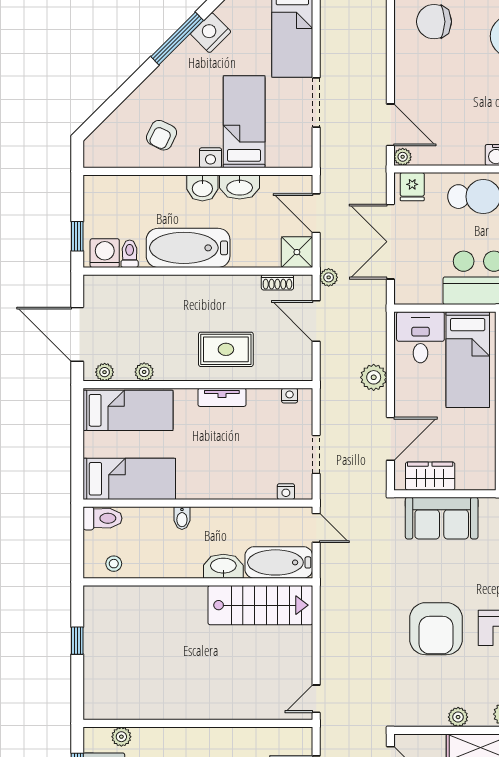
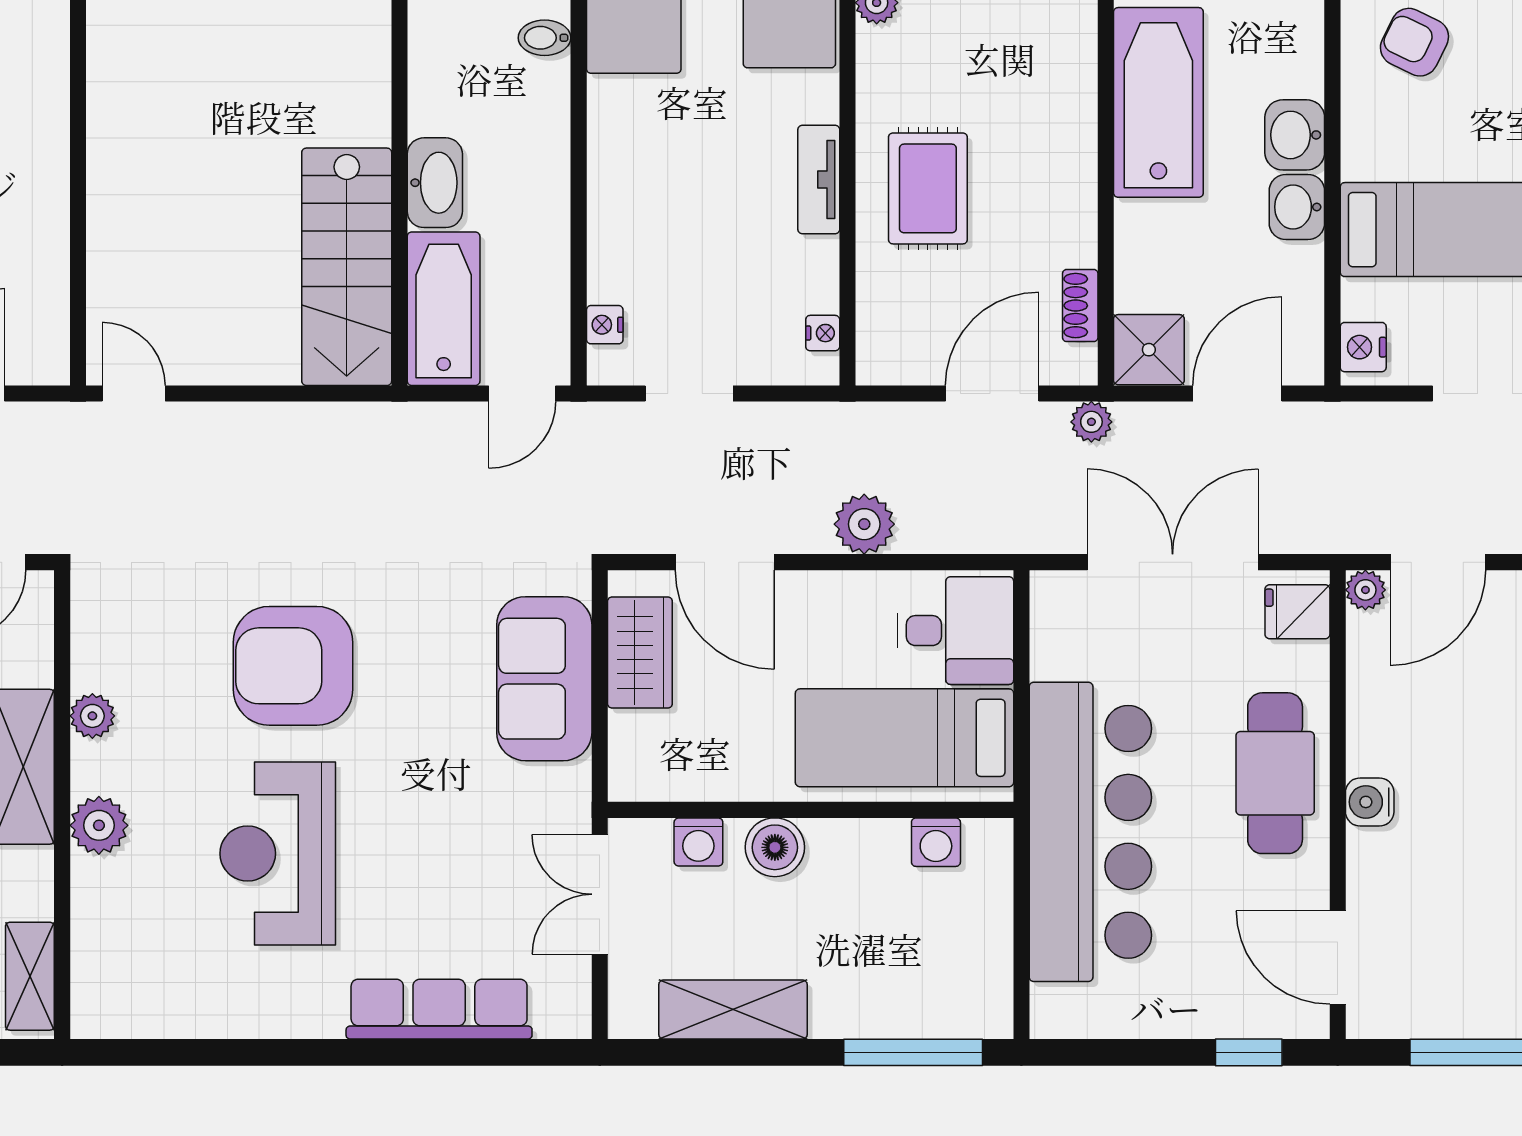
nightstand: (210, 158) -> (1363, 347), moved
washbasin: (240, 187) -> (1297, 207), width x0.72
bidet: (182, 518) -> (545, 38), moved

